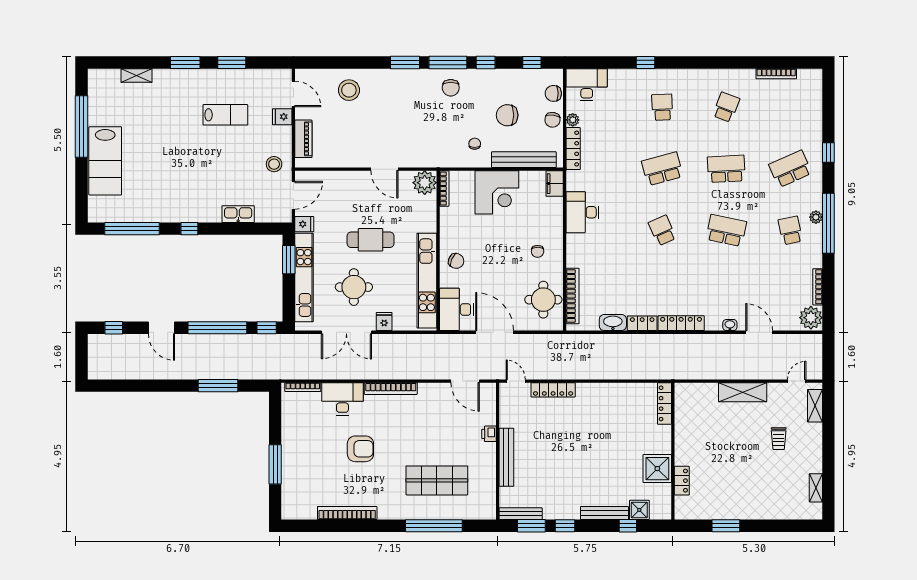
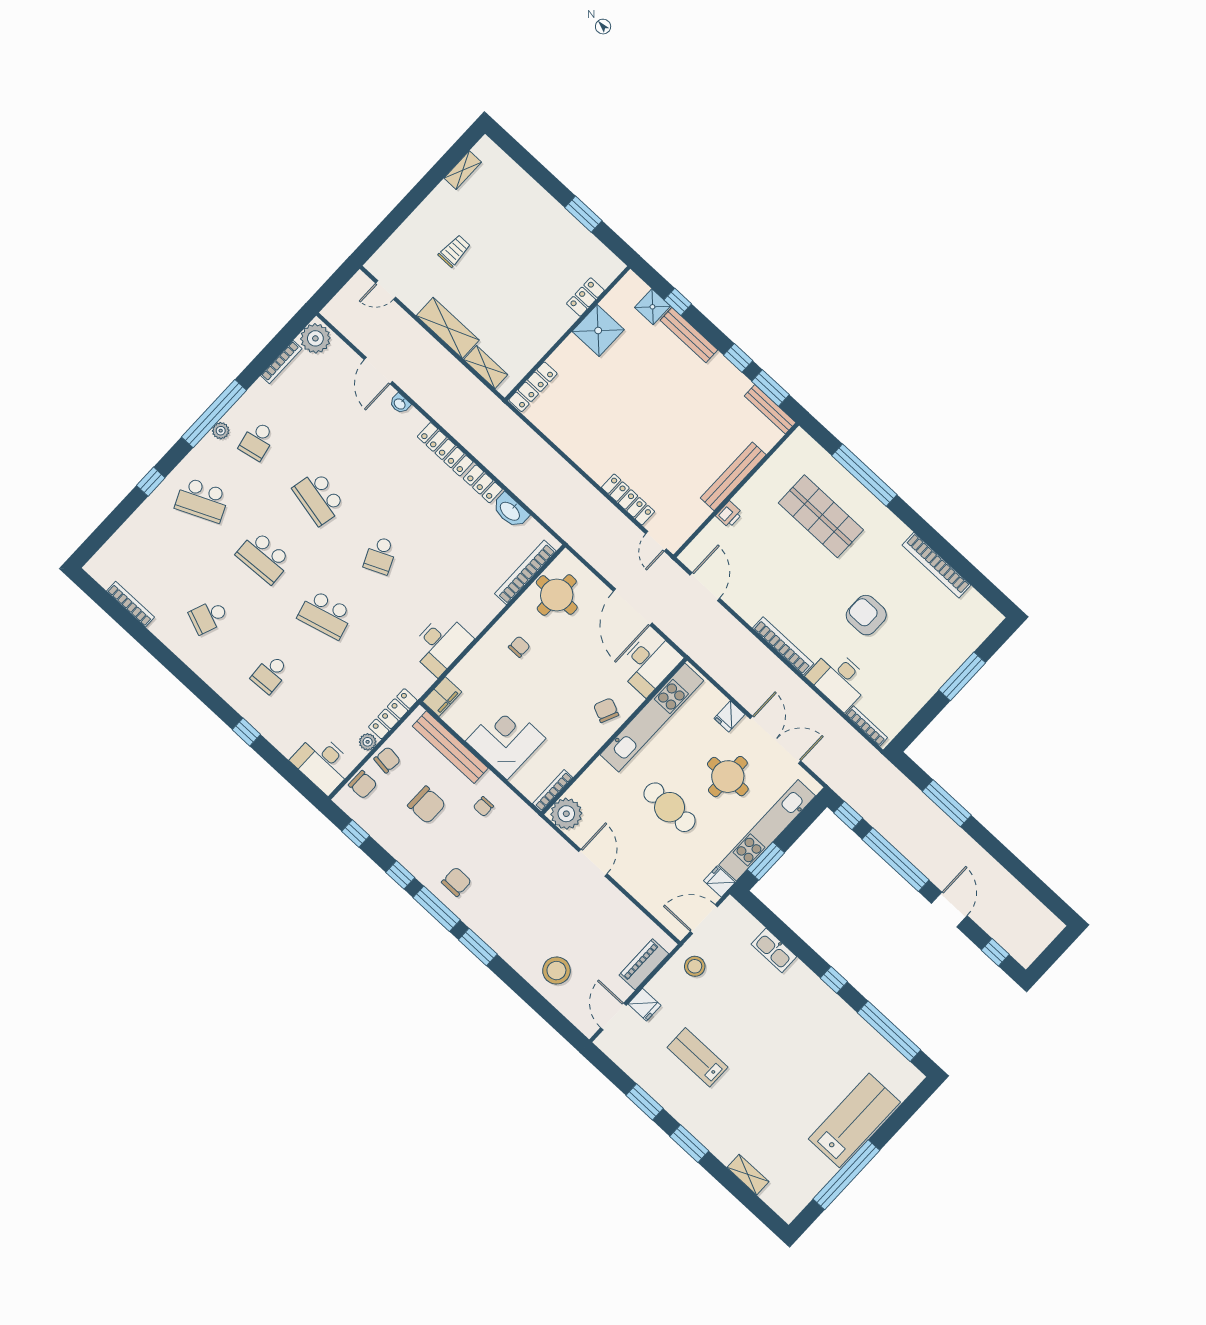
shelving: (815, 406) -> (486, 367), moved, turned 90

